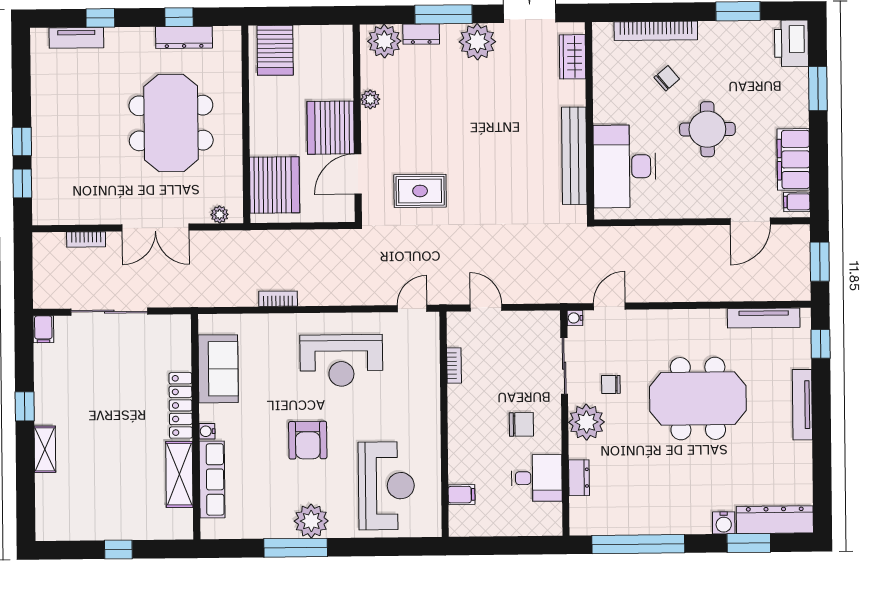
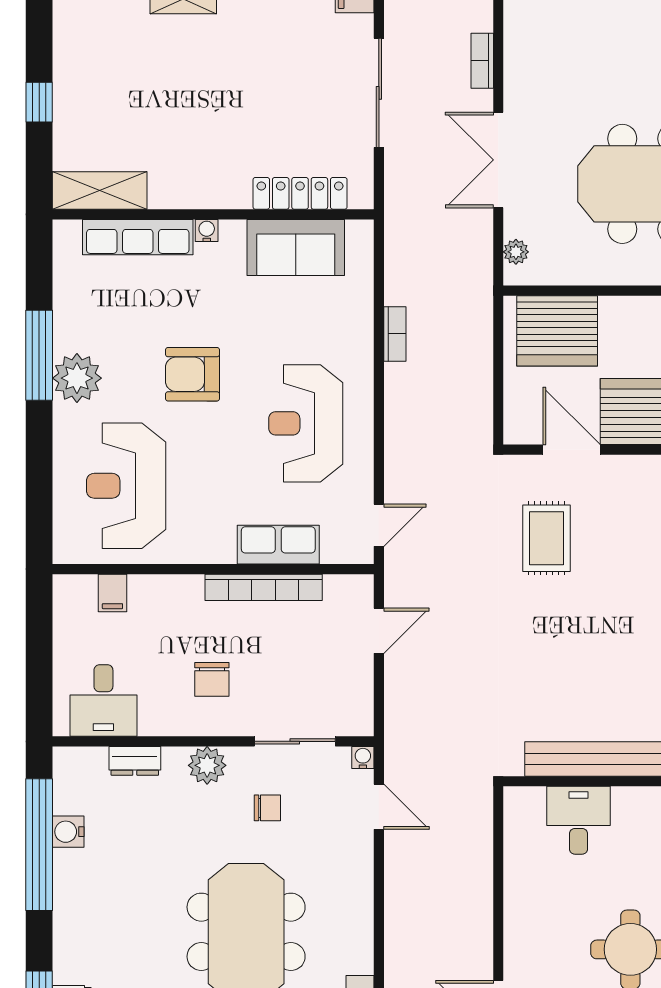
desk: (624, 166) -> (578, 820), width x0.53, depth x0.77
door: (412, 308) -> (379, 525), hinge flipped
bookcase: (454, 365) -> (264, 587), width x2.31, depth x1.31
row of seats: (426, 379) -> (278, 545), added
chair: (611, 384) -> (267, 808), turned 90
locker: (181, 405) -> (300, 193), moved
plant: (586, 422) -> (207, 765), width x0.73, depth x0.73
shelving: (179, 474) -> (100, 190), moved
desk: (537, 478) -> (103, 701), moved
reception desk: (386, 486) -> (126, 486), turned 90
water cooler: (724, 523) -> (68, 832), moved

